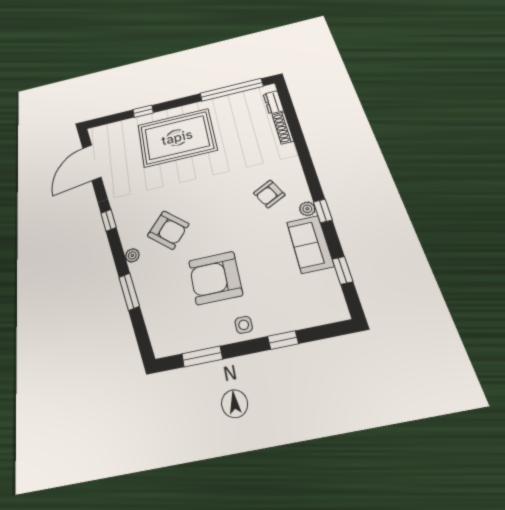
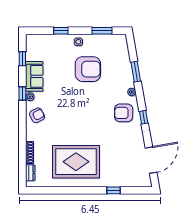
window: (231, 90) -> (54, 190), removed
rug: (177, 138) -> (76, 162), moved
armchair: (269, 194) -> (37, 115), moved
armchair: (168, 230) -> (124, 113), moved, turned -41

